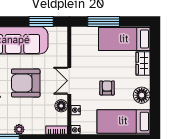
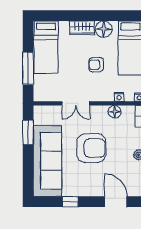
wardrobe: (143, 63) -> (82, 28), moved
double door: (69, 81) -> (76, 103), moved
armchair: (26, 83) -> (91, 148), turned -90

